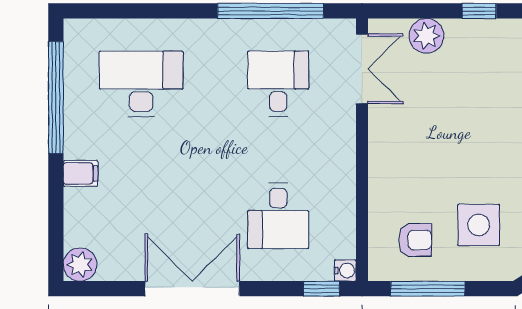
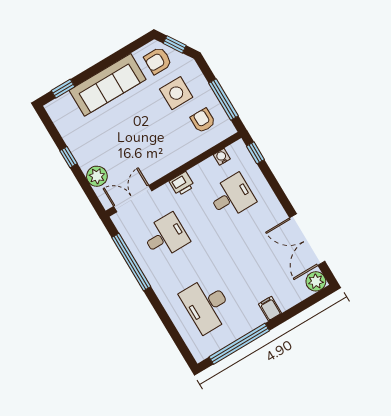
desk: (278, 84) -> (166, 236), turned 180
printer: (341, 154) -> (182, 184), added
water cooler: (345, 270) -> (222, 157), moved
double door: (192, 289) -> (307, 240), moved

